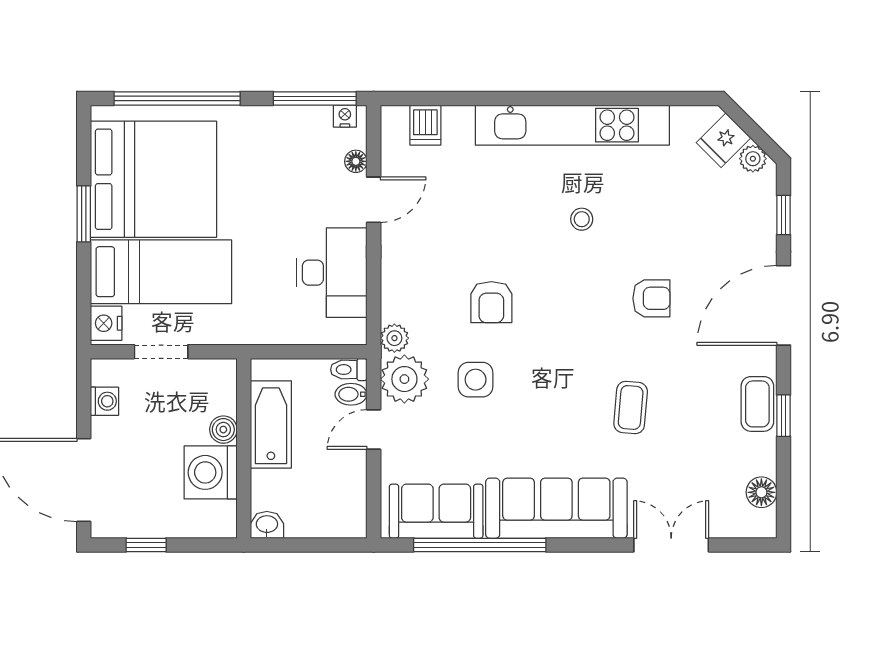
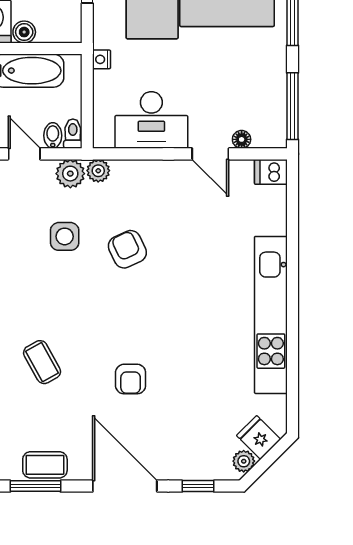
nightstand: (345, 116) -> (102, 59), moved, turned 180
dishwasher: (425, 125) -> (271, 172), moved
stool: (582, 219) -> (195, 322), removed
armchair: (491, 302) -> (127, 249), turned 65
plant: (404, 379) -> (70, 174), width x0.73, depth x0.73
coffee table: (631, 407) -> (42, 362), turned 56
window: (783, 416) -> (35, 486), width x1.50

